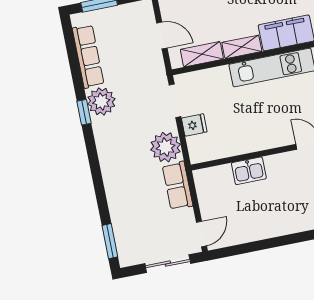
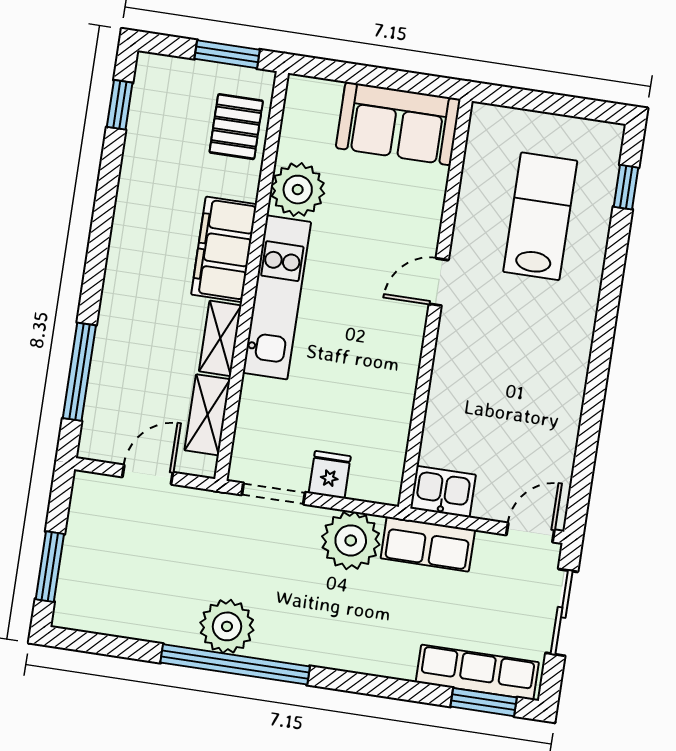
row of seats: (88, 56) -> (477, 672), moved
window: (84, 112) -> (235, 664), width x3.17
kitchen sink: (249, 171) -> (443, 492), moved, turned -90
door: (202, 234) -> (530, 532), hinge flipped

